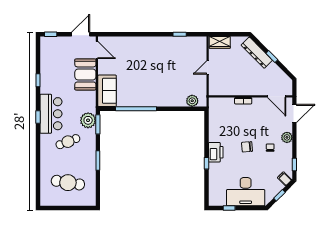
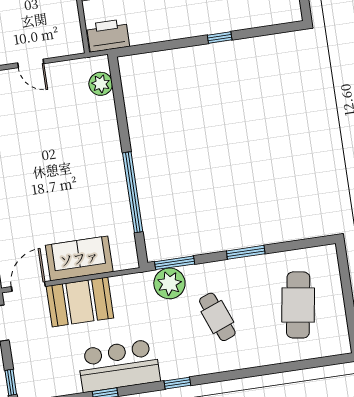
sofa: (107, 91) -> (79, 258), moved
bar counter: (51, 114) -> (119, 366), moved
printer: (216, 152) -> (108, 35), moved

